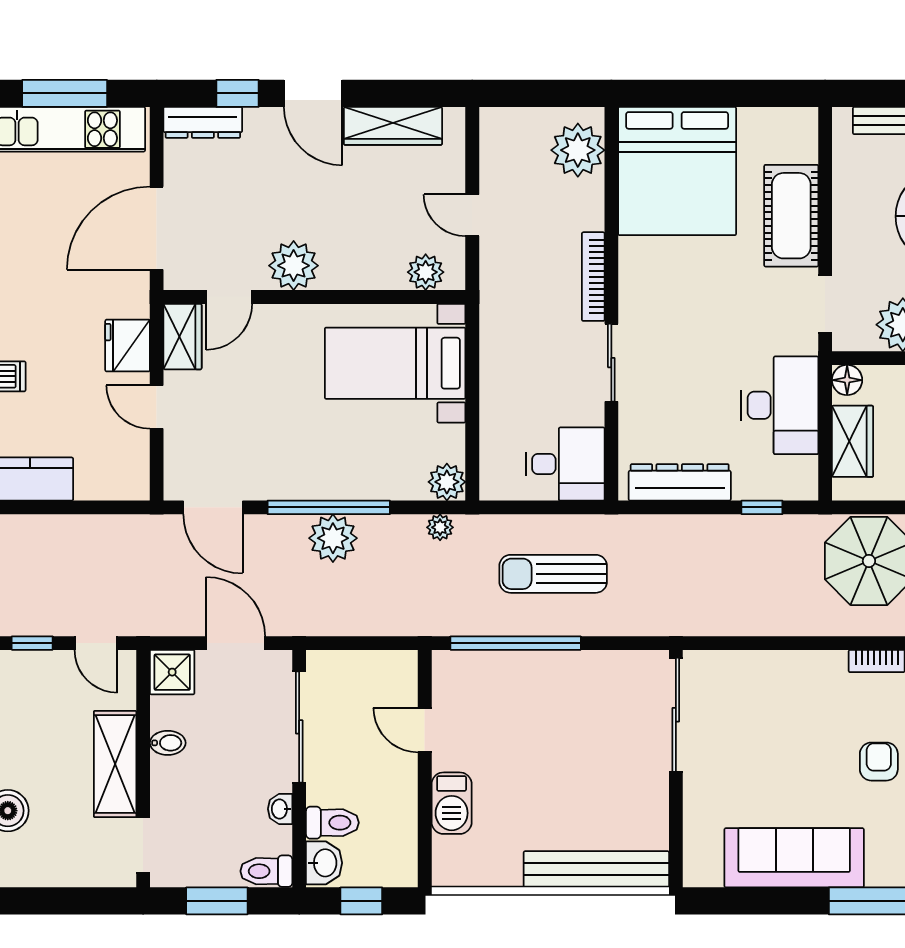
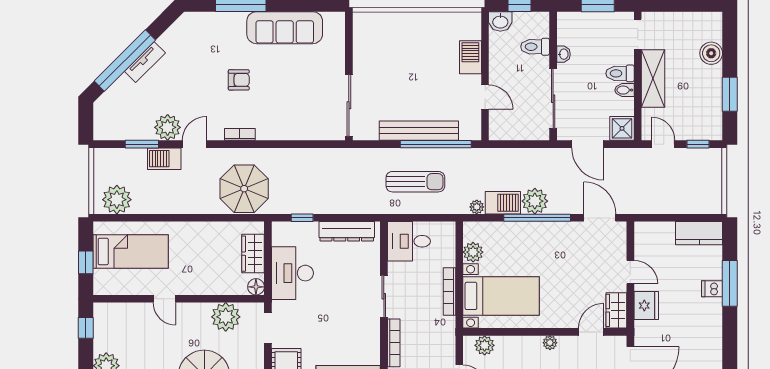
plant: (294, 266) -> (550, 343), width x0.53, depth x0.53
bookcase: (490, 371) -> (449, 291), added
plant: (447, 482) -> (473, 252), moved
barbecue: (392, 535) -> (503, 203), added
armchair: (879, 762) -> (239, 80), turned -90
washbasin: (324, 863) -> (500, 21), moved, turned -90
bench: (596, 869) -> (419, 131), moved
toilet: (266, 871) -> (620, 73), moved, turned 180

